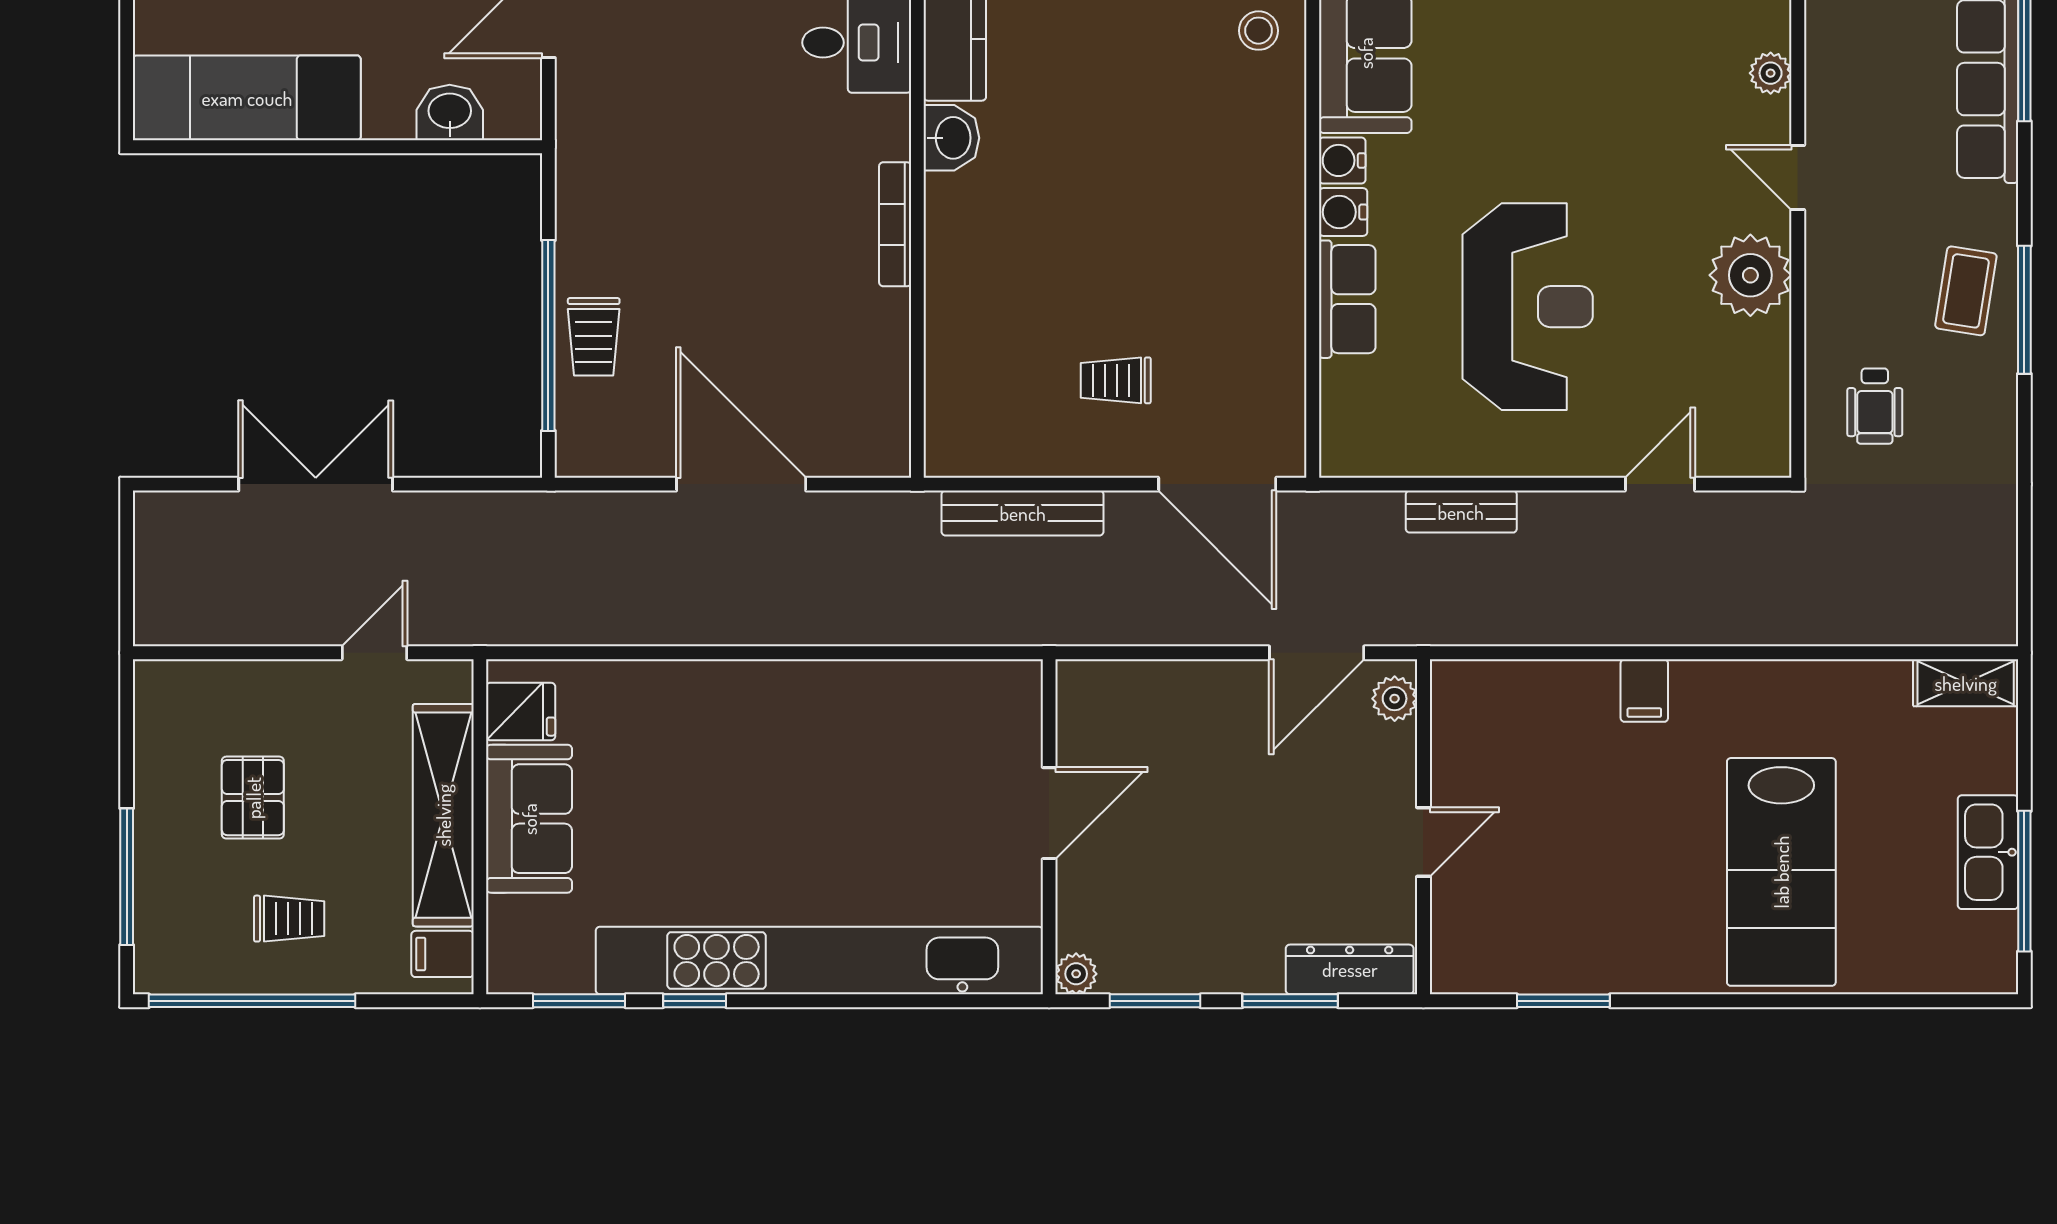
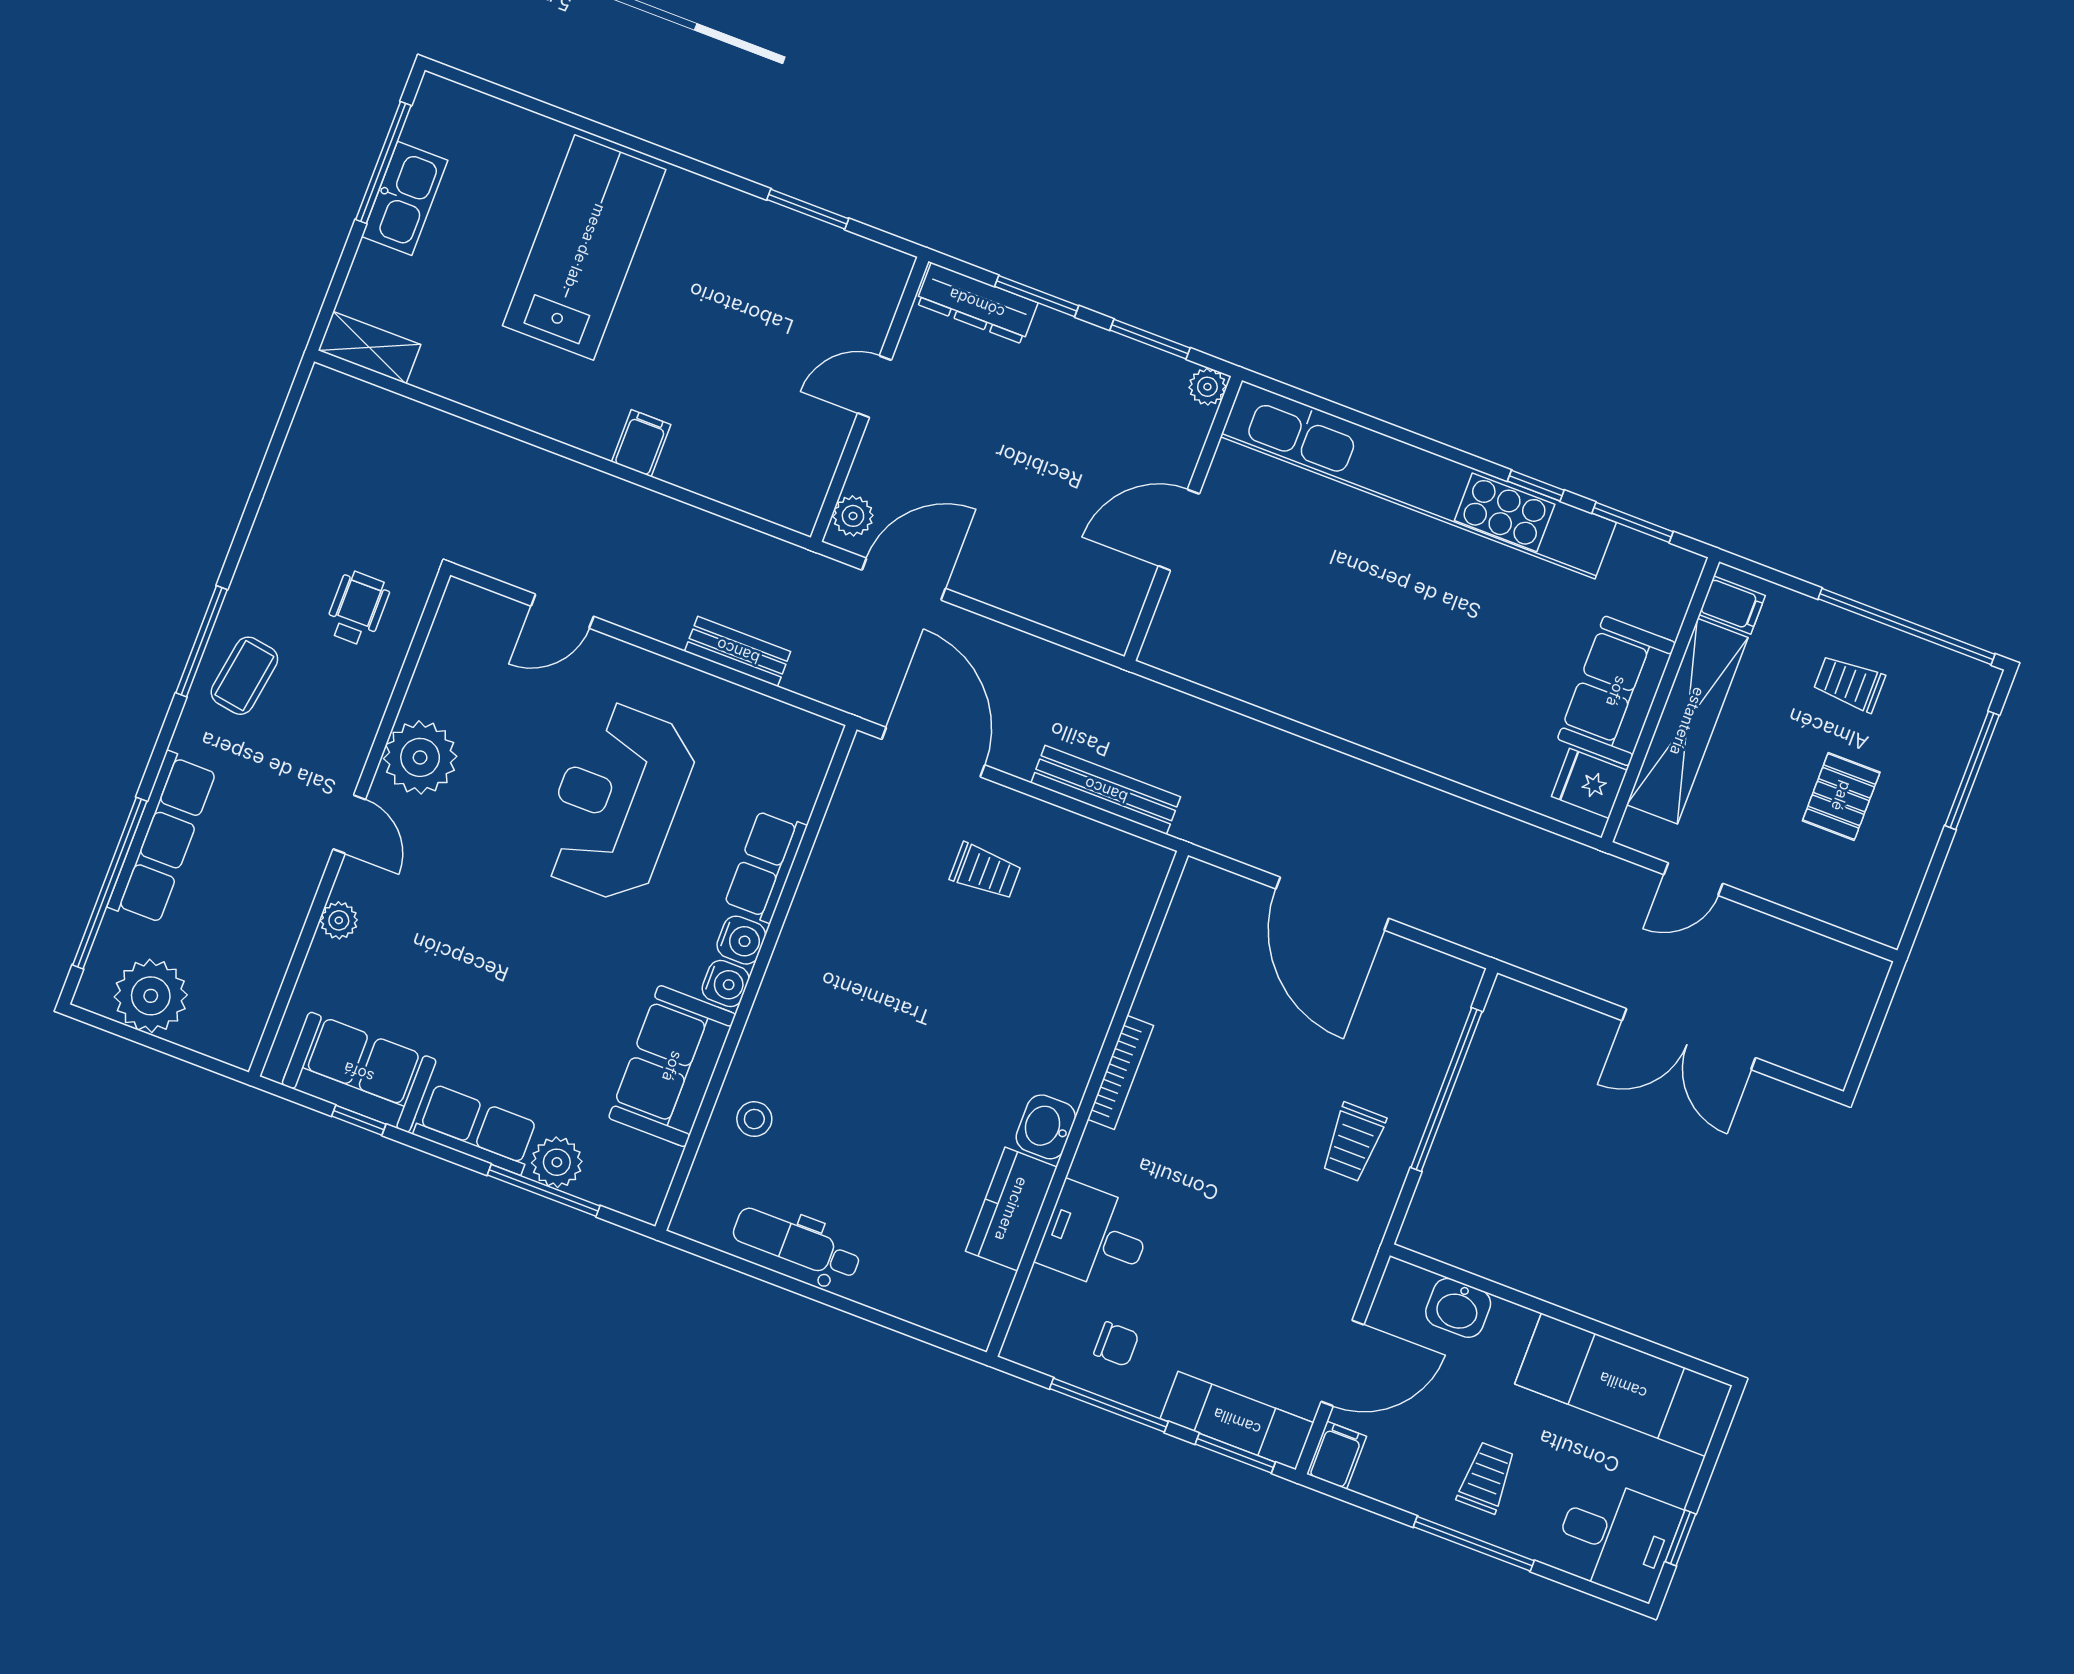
trolley: (594, 337) -> (1353, 1142), moved, turned 180

